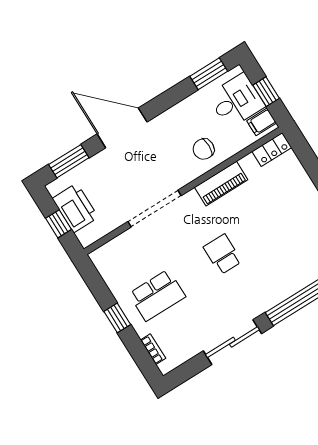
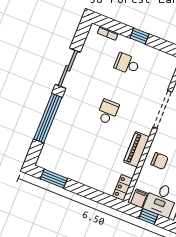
chair: (204, 149) -> (159, 161), turned 90
school desk: (223, 254) -> (108, 112), turned -90
school desk: (157, 295) -> (127, 64), width x0.54

